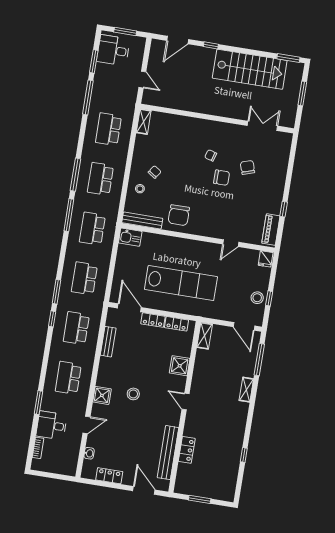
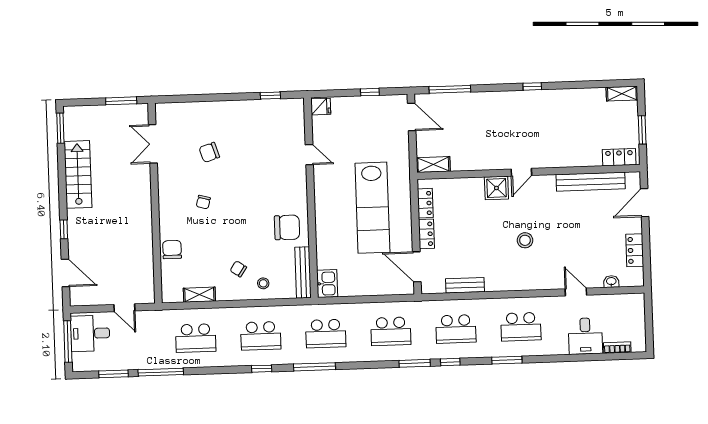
window: (125, 32) -> (68, 341), width x1.44
desk: (113, 50) -> (90, 333), moved, turned 90
stairs: (250, 69) -> (78, 174), width x0.73, depth x0.66
door: (142, 80) -> (124, 308), swing flipped
window: (302, 93) -> (121, 101), moved
shelving: (144, 122) -> (199, 295), moved
window: (75, 175) -> (262, 369), width x0.46
chair: (222, 178) -> (172, 250), moved
window: (284, 209) -> (270, 96), moved
piano: (271, 230) -> (282, 107), removed
lab bench: (181, 283) -> (372, 208), turned 180
stool: (257, 298) -> (372, 107), removed
door: (129, 308) -> (417, 267), hinge flipped
door: (244, 326) -> (412, 117), hinge flipped
shower: (180, 366) -> (496, 188), moved
shelving: (246, 390) -> (622, 94), moved
shower: (102, 395) -> (535, 280), removed
window: (38, 403) -> (507, 360), moved
locker: (187, 450) -> (619, 157), moved
window: (244, 455) -> (532, 86), moved

